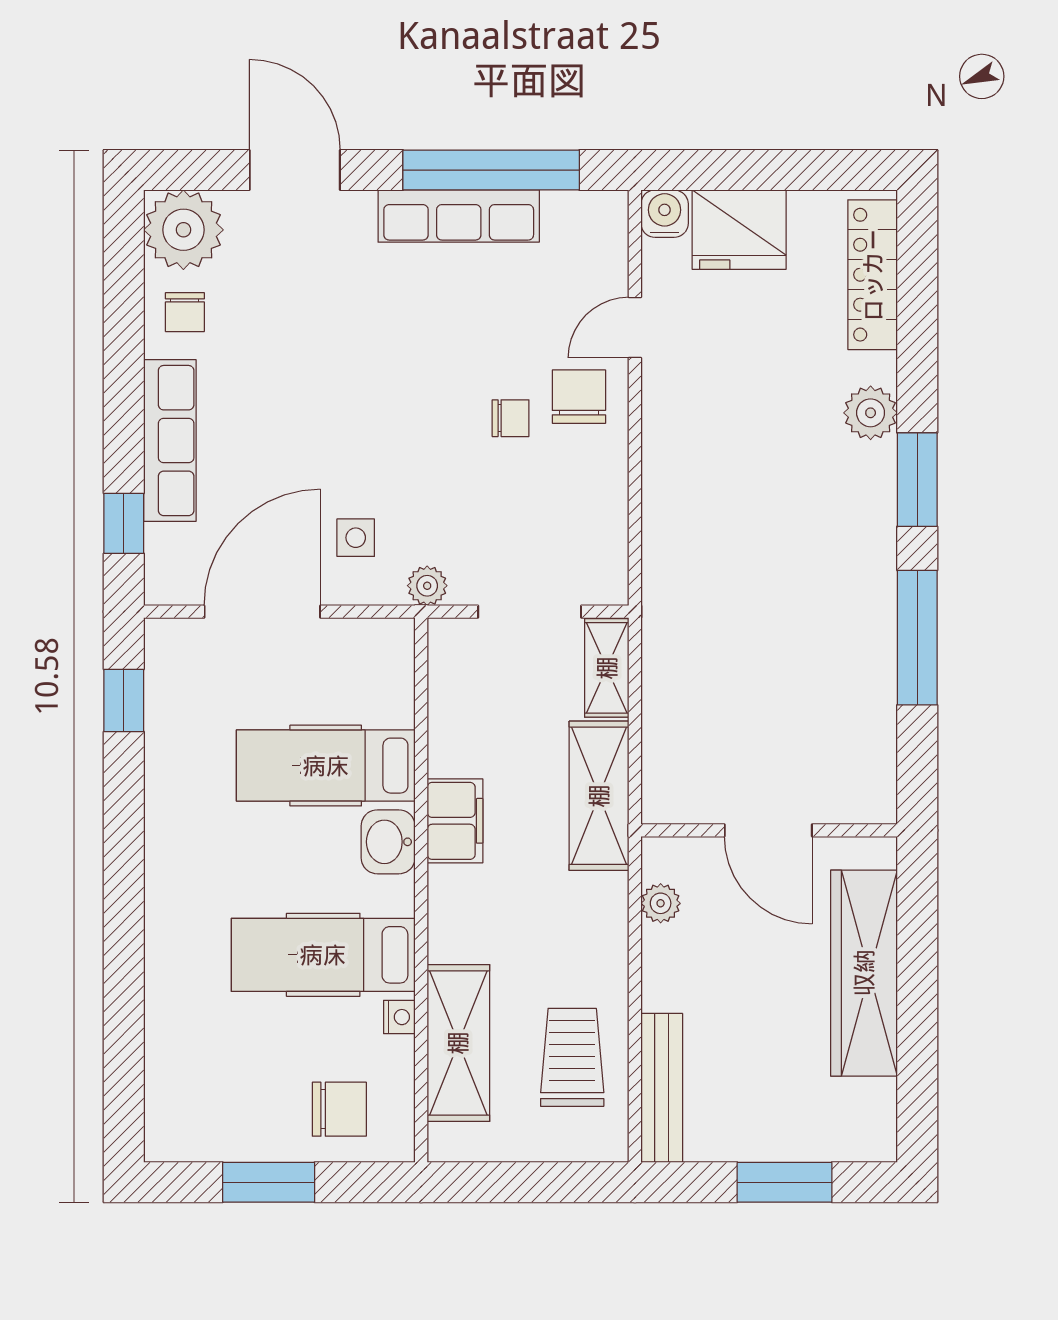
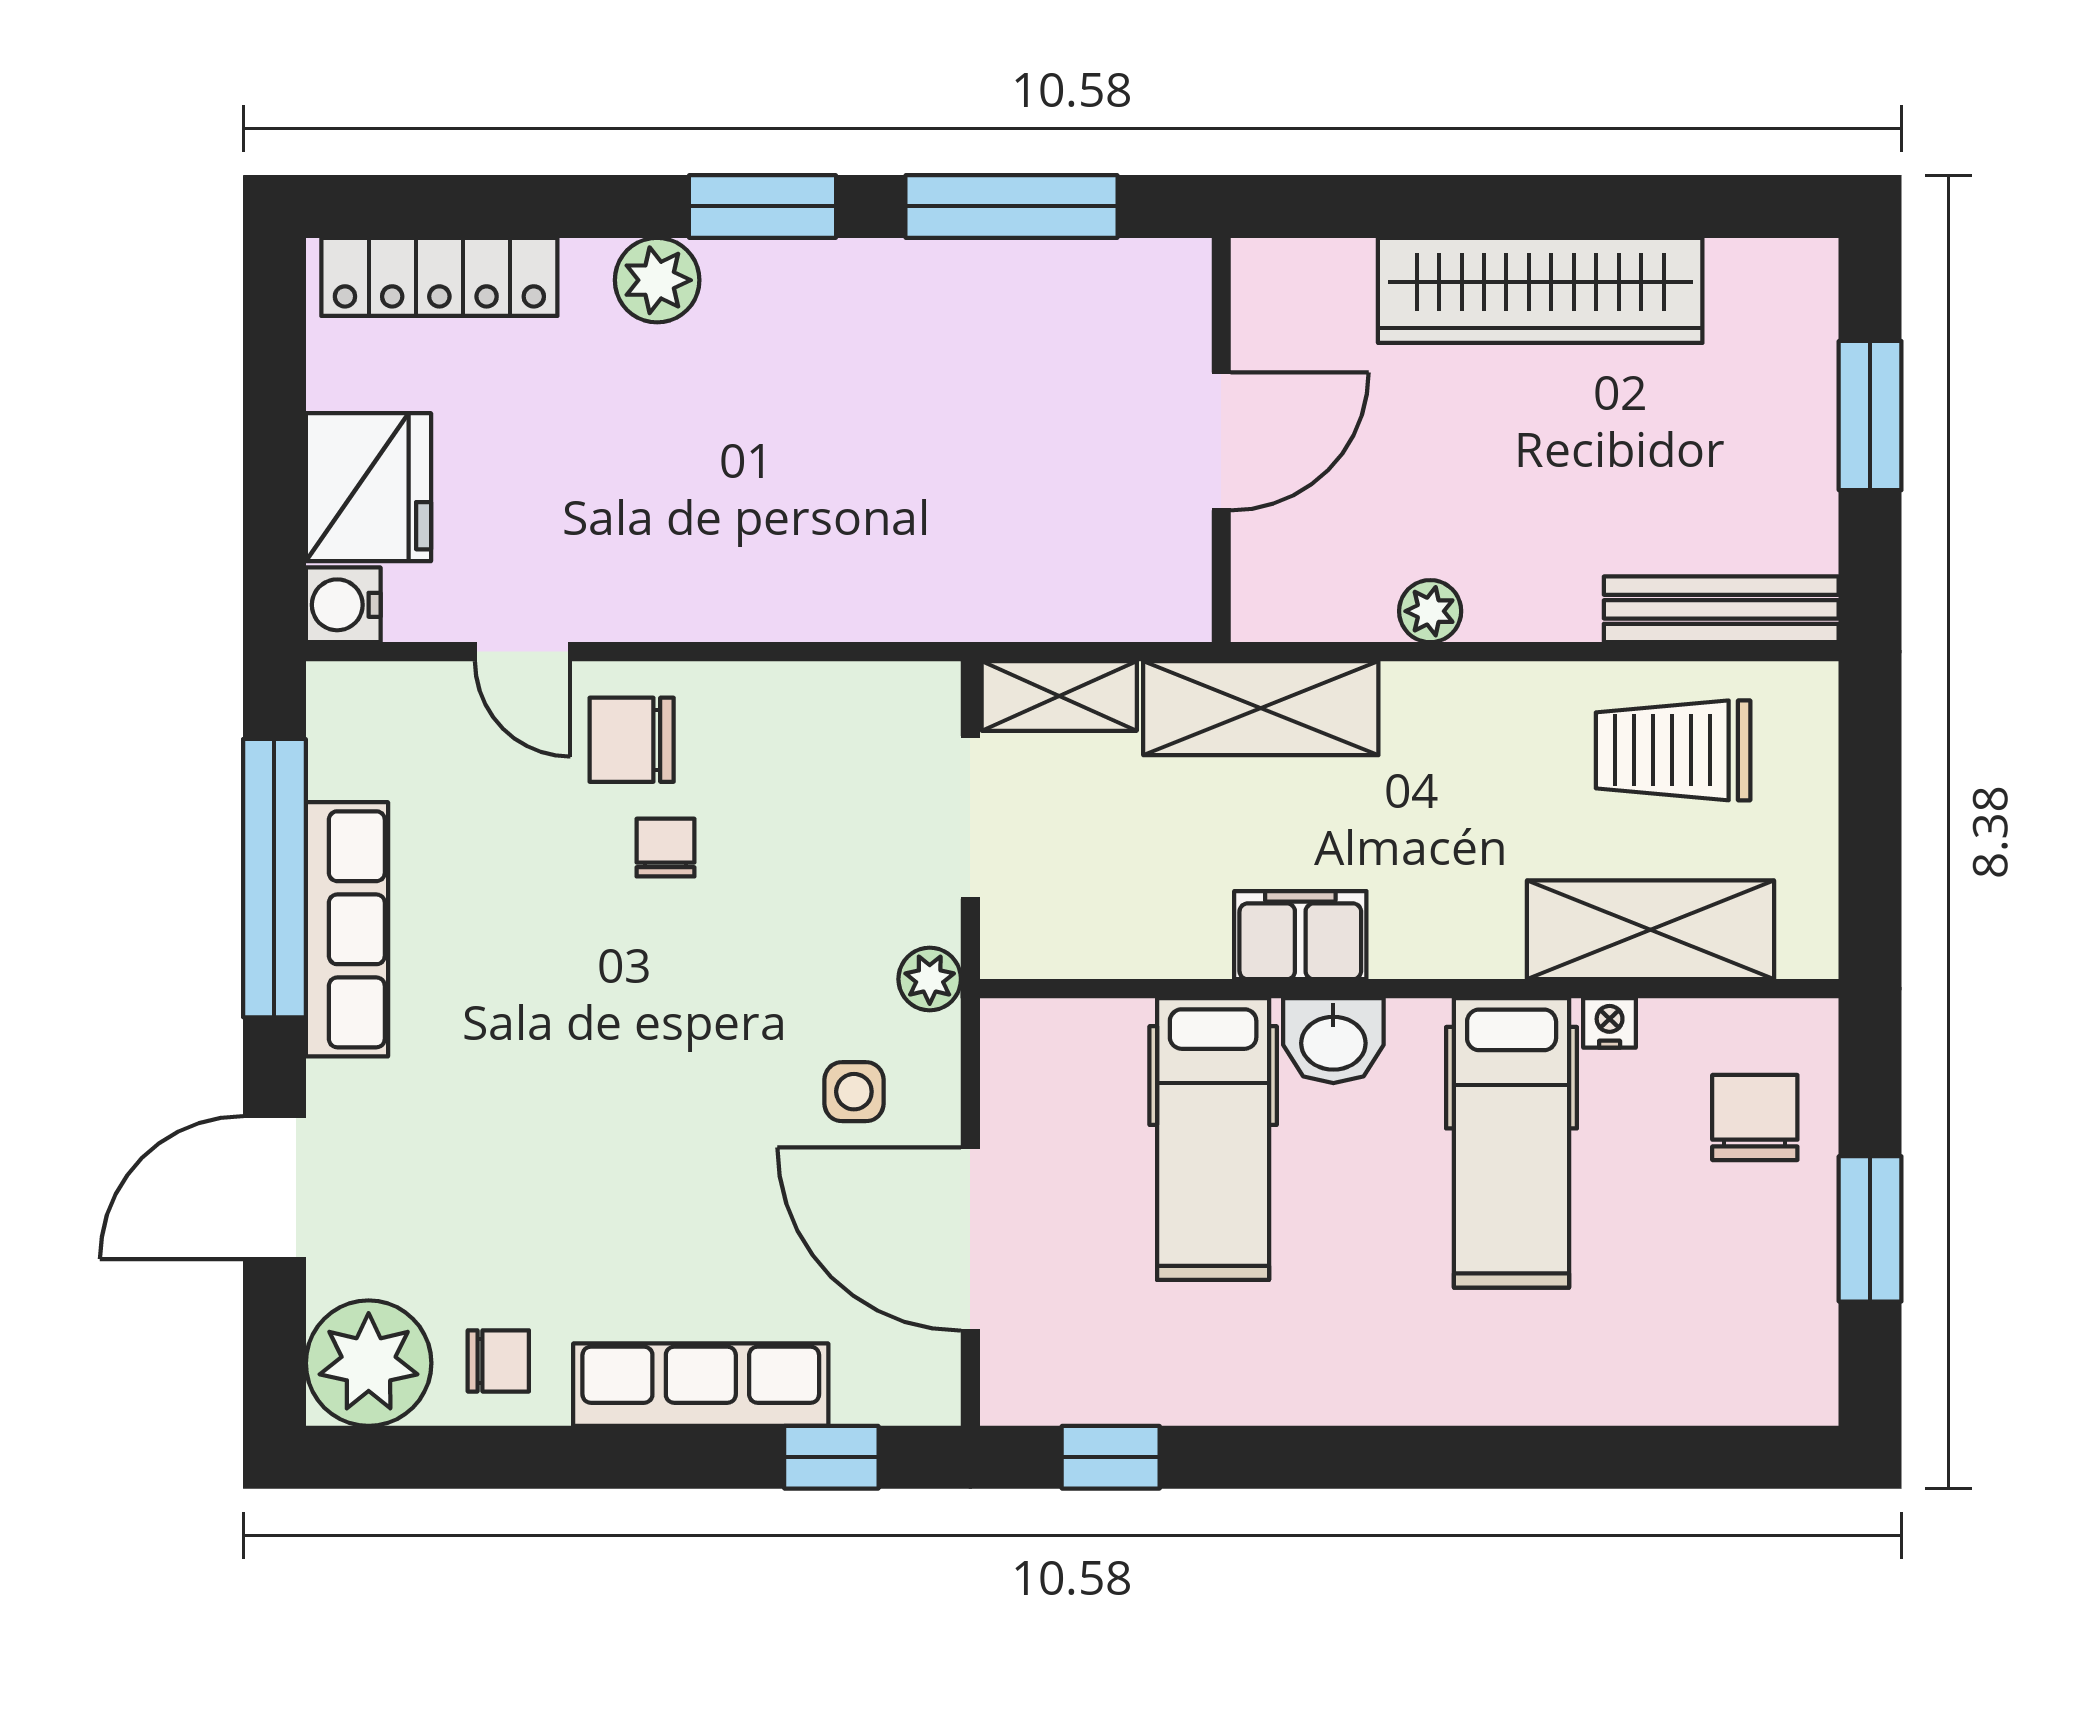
door: (768, 830) -> (1221, 441), moved
wall: (769, 830) -> (1221, 440), moved

